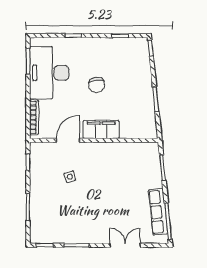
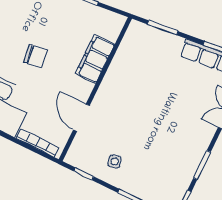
filing cabinet: (101, 129) -> (95, 59), moved
side table: (70, 177) -> (114, 161), moved

